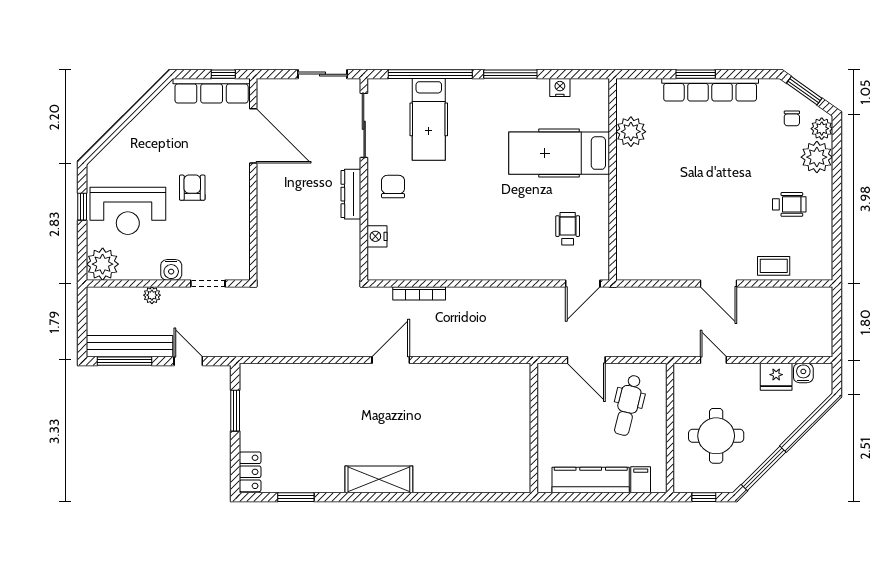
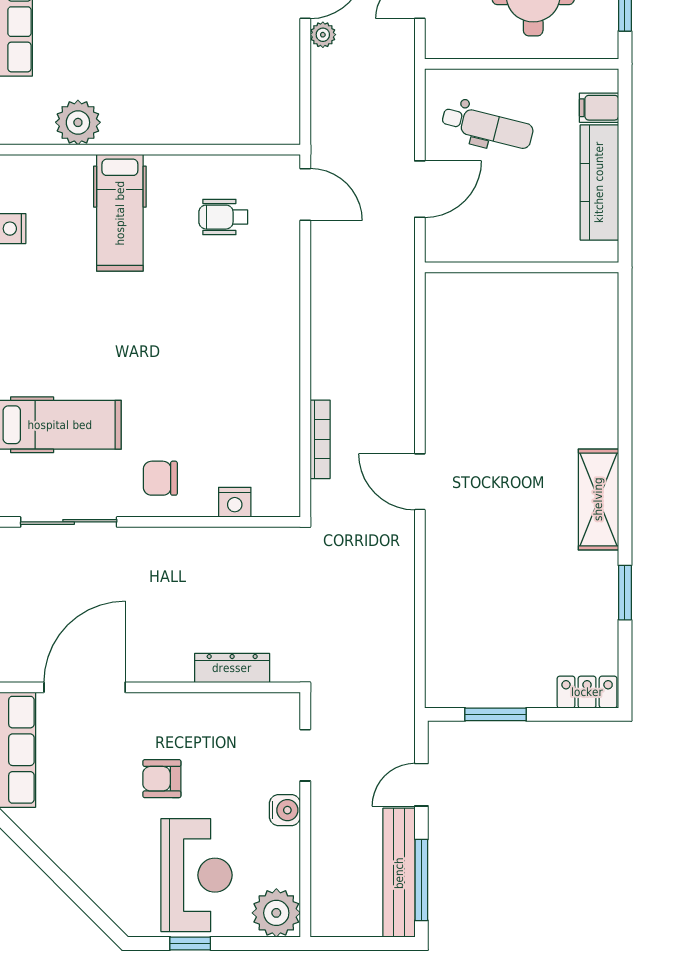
hospital bed: (559, 153) -> (120, 213), width x0.73, depth x0.78
dresser: (351, 194) -> (232, 668), moved, turned 180
plant: (152, 295) -> (323, 35), moved
window: (296, 497) -> (625, 593), moved

